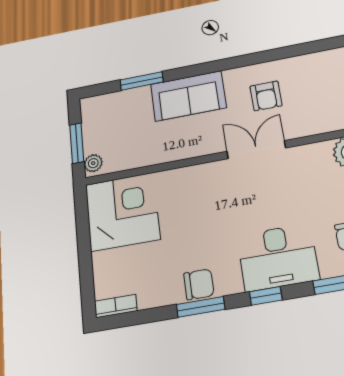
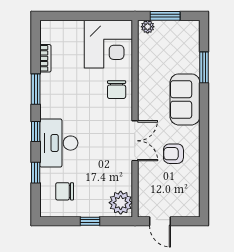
chair: (199, 284) -> (117, 90), moved
bookcase: (116, 306) -> (45, 58), moved

